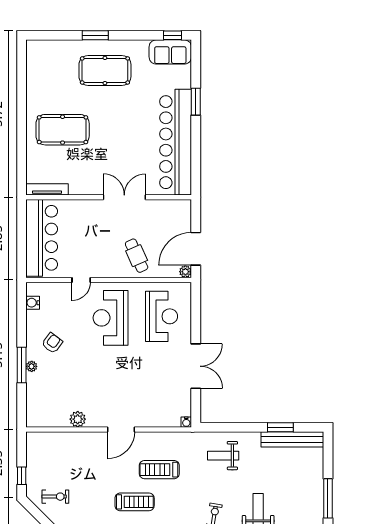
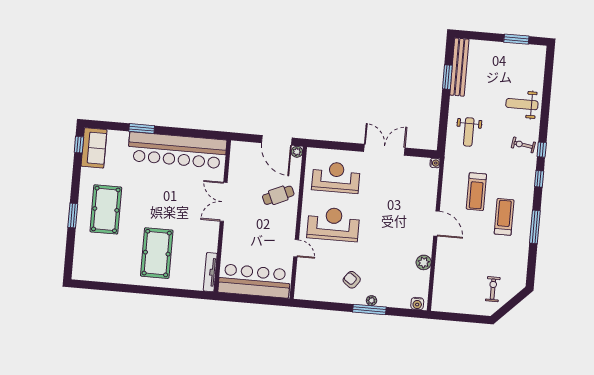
water cooler: (33, 303) -> (417, 304), moved
reception desk: (111, 318) -> (333, 224), turned 180
window: (22, 476) -> (471, 318), removed
window: (328, 498) -> (516, 39), width x0.69

